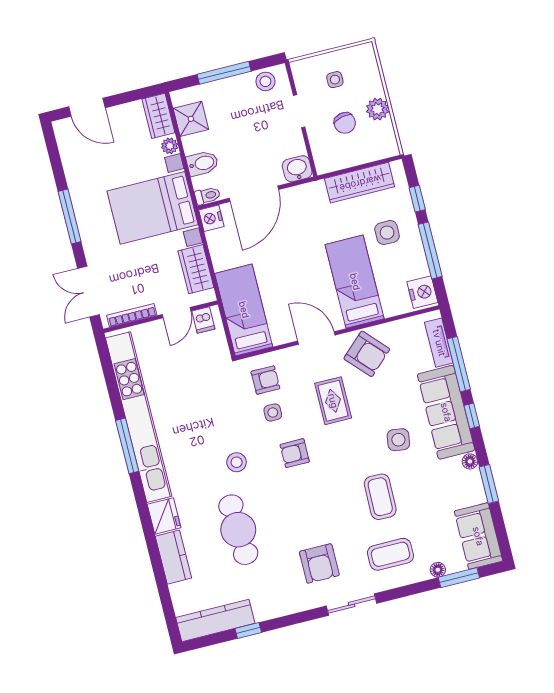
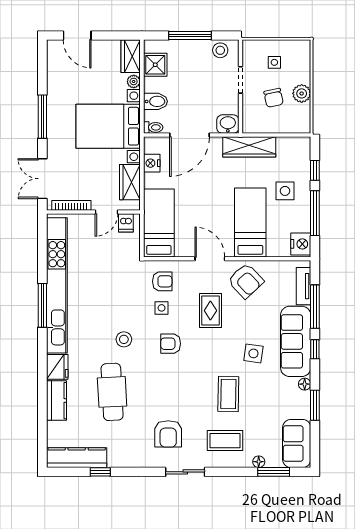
wardrobe: (360, 183) -> (249, 147), moved
nightstand: (211, 218) -> (152, 163), moved

